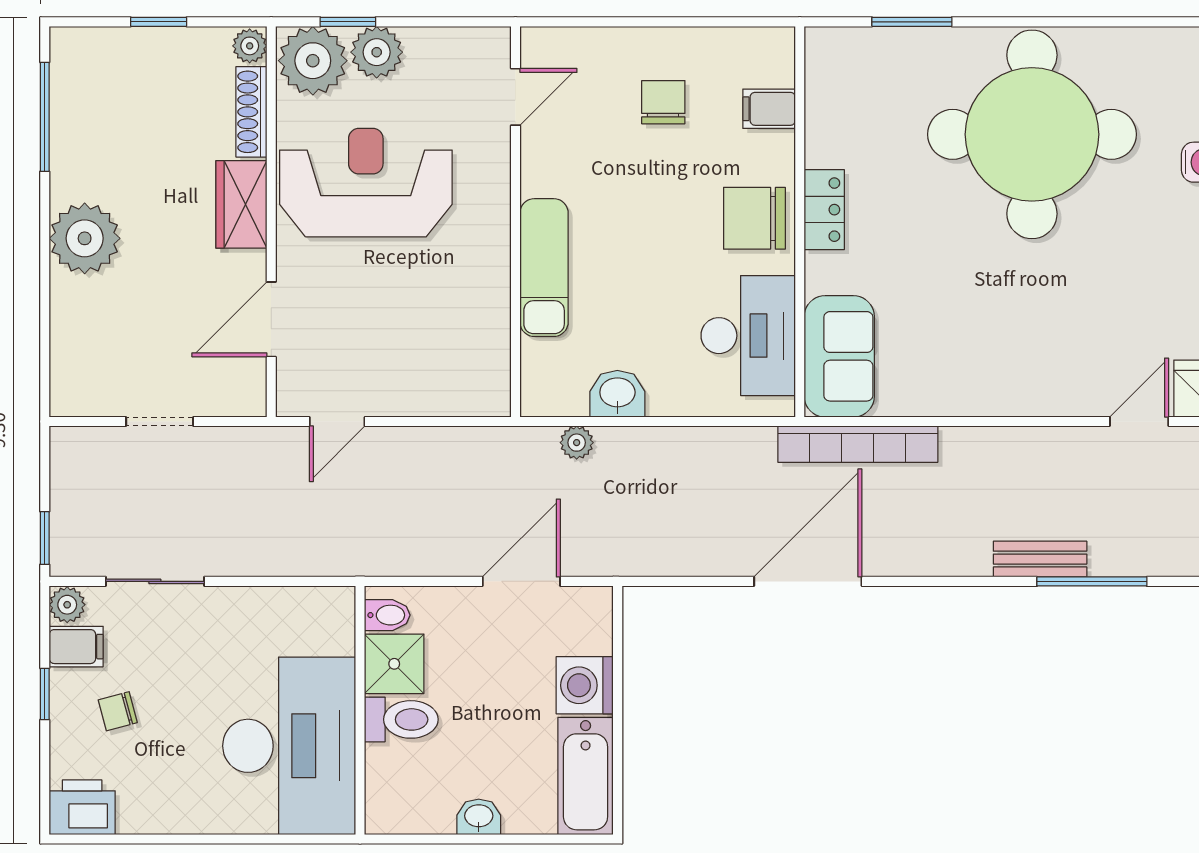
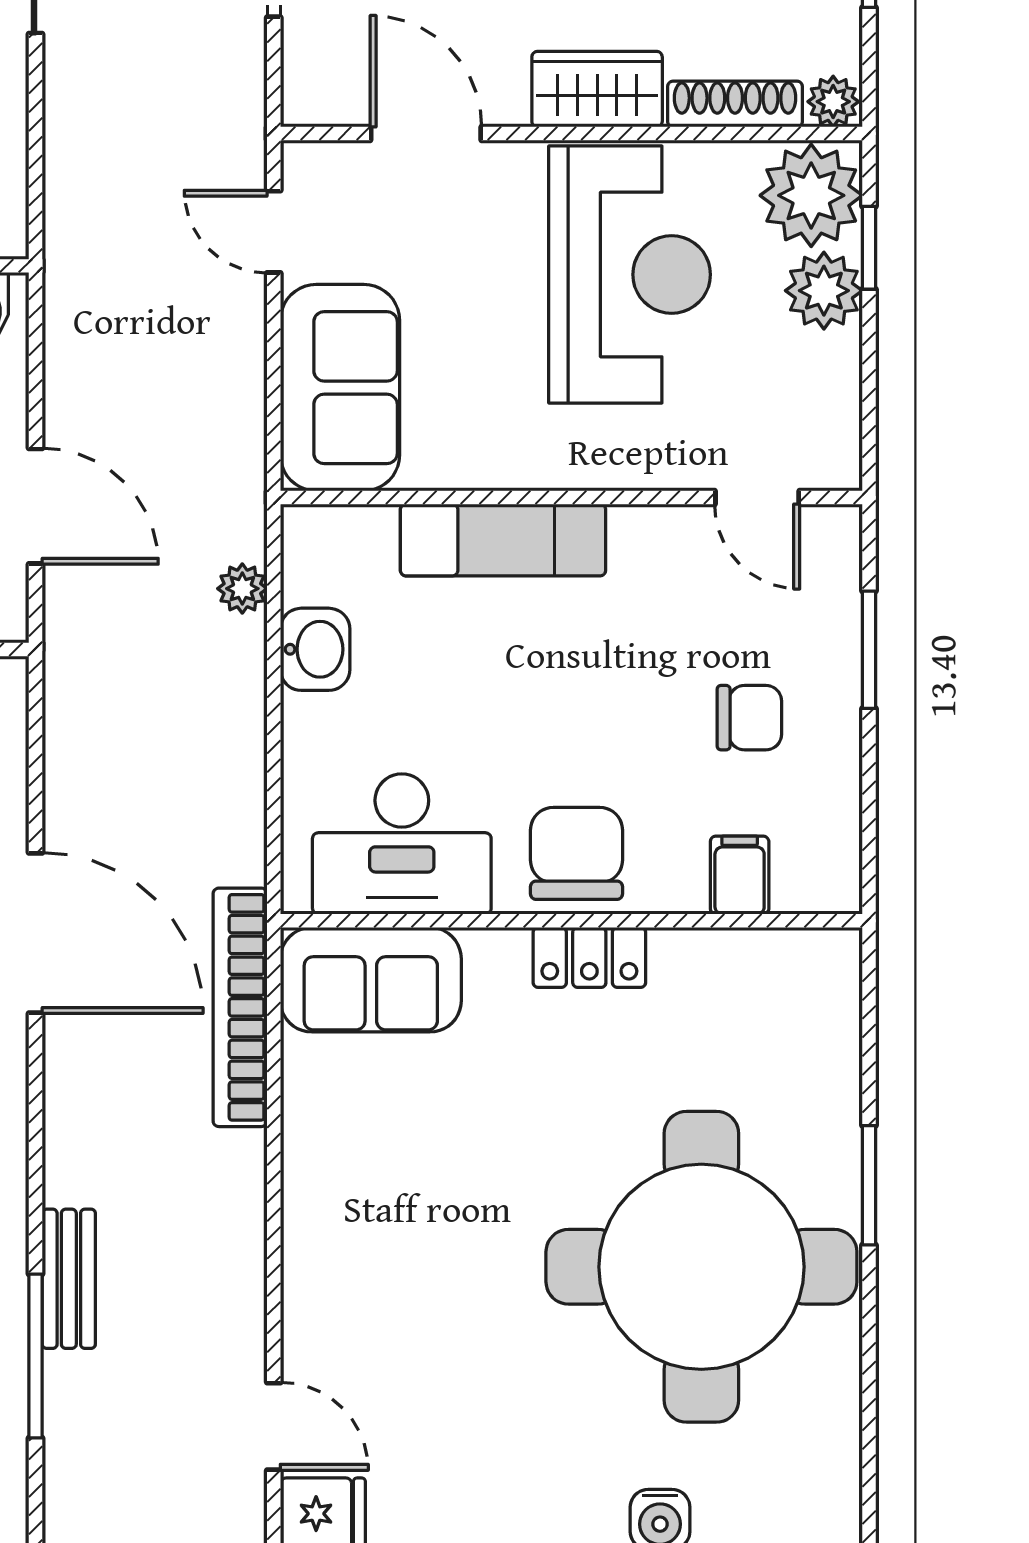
window: (618, 22) -> (869, 650), added
window: (912, 22) -> (869, 1185), moved
sofa: (442, 377) -> (340, 388), added

